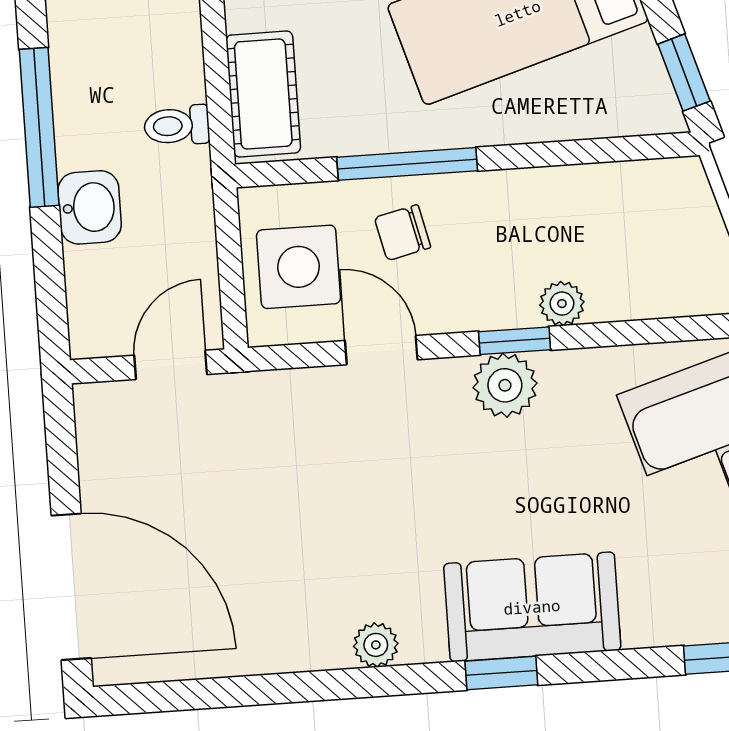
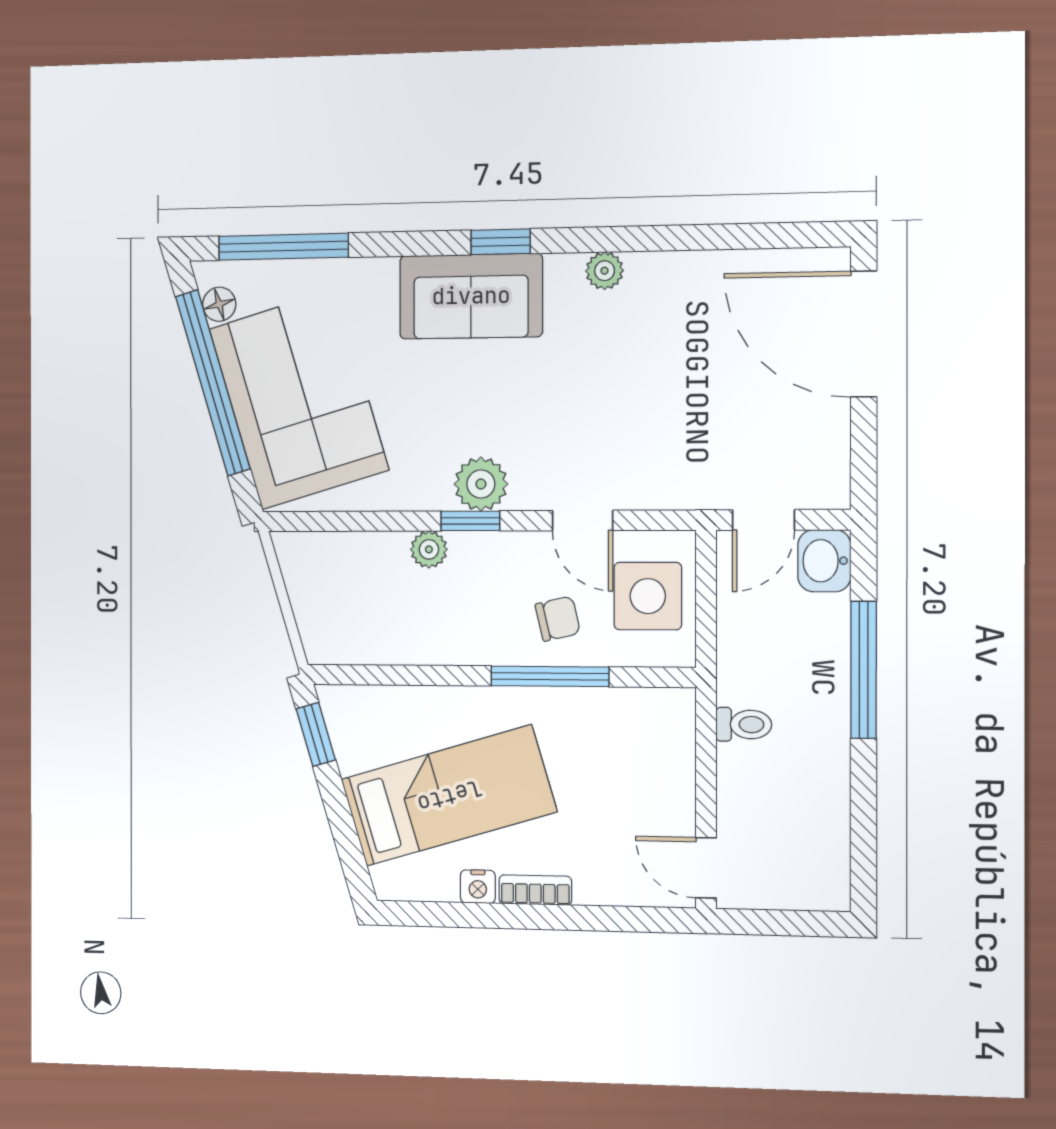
cot: (263, 94) -> (668, 745), removed
window: (39, 127) -> (864, 670), moved
washbasin: (90, 207) -> (824, 561), moved

